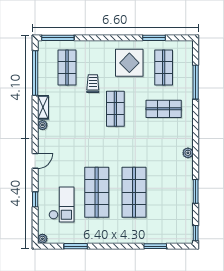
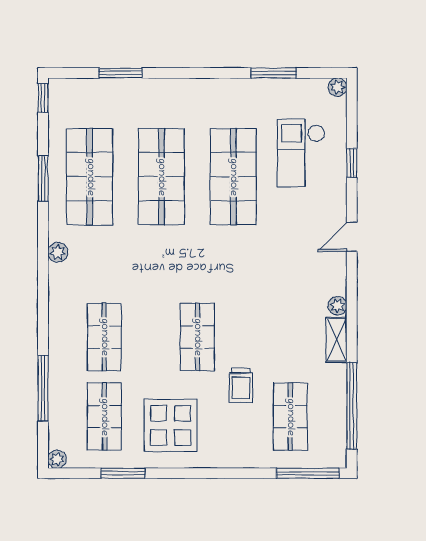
plant: (188, 45) -> (57, 459), added
shop shelf: (164, 109) -> (104, 337), turned 90
shop shelf: (171, 192) -> (90, 177), added

